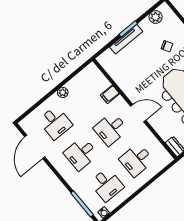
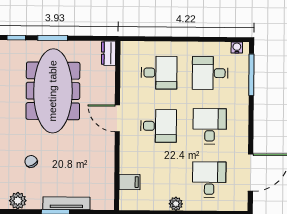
filing cabinet: (110, 94) -> (129, 182), moved
desk: (81, 154) -> (210, 126), turned -90
desk: (107, 185) -> (210, 73), turned -90

